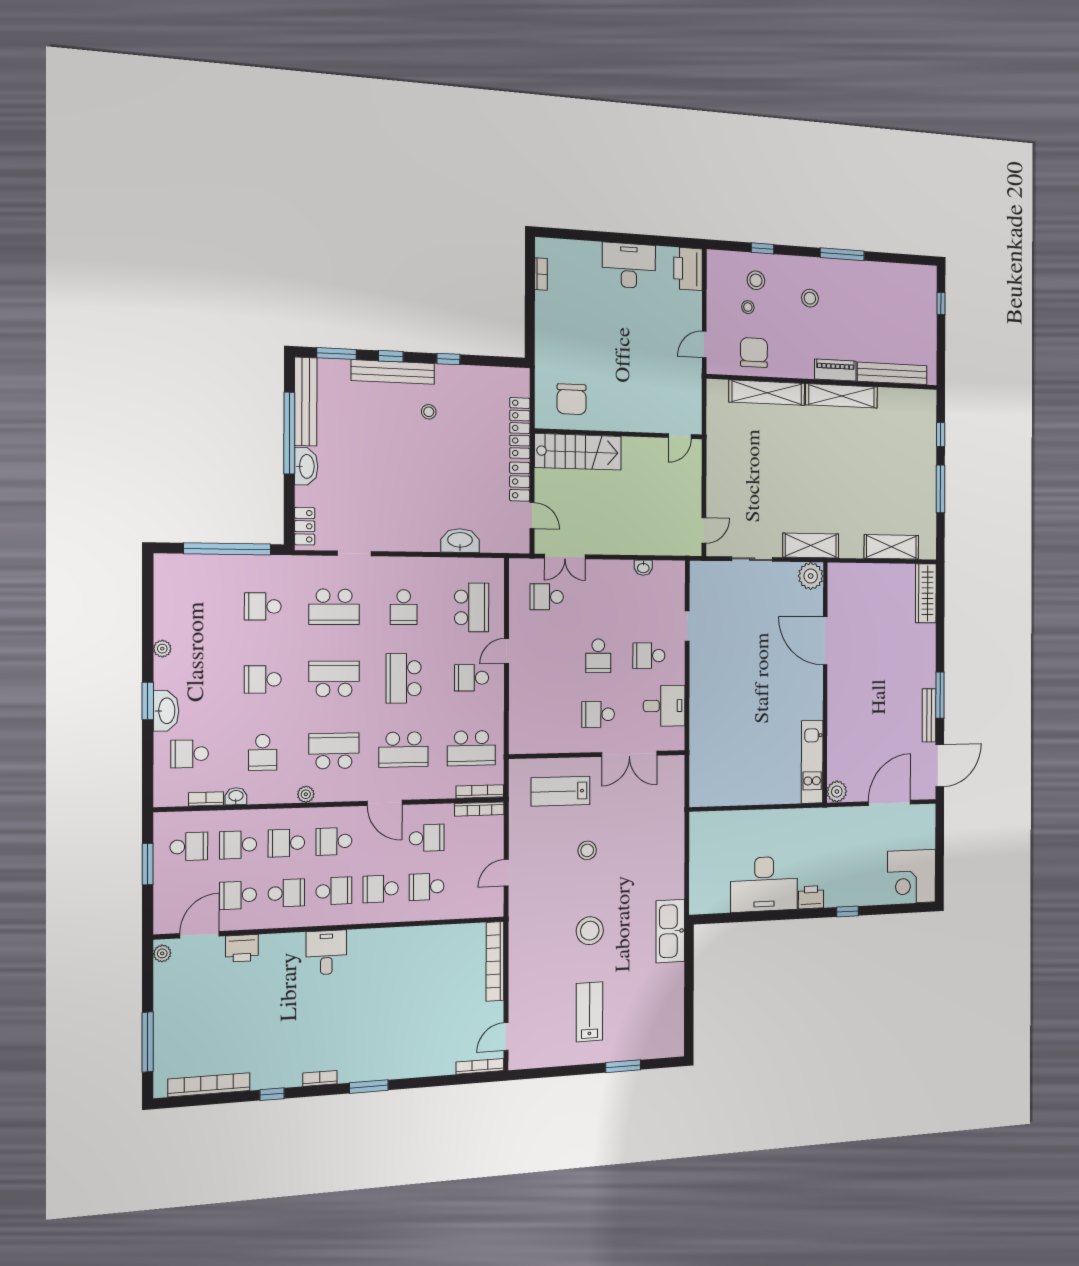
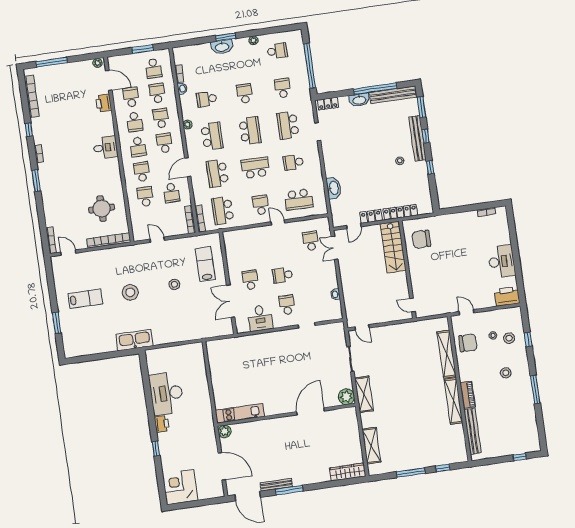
school desk: (190, 754) -> (277, 51), moved, turned 90
round table: (437, 969) -> (102, 209), added

